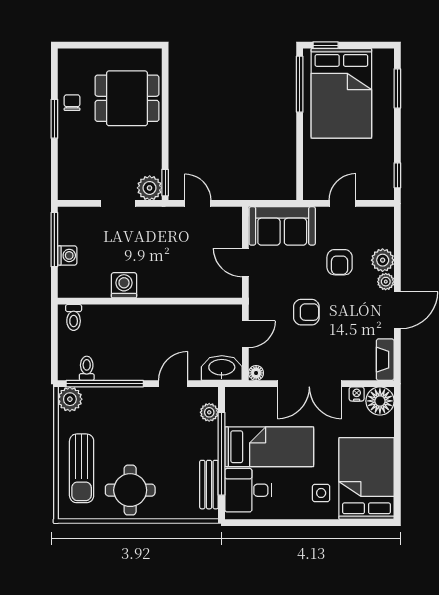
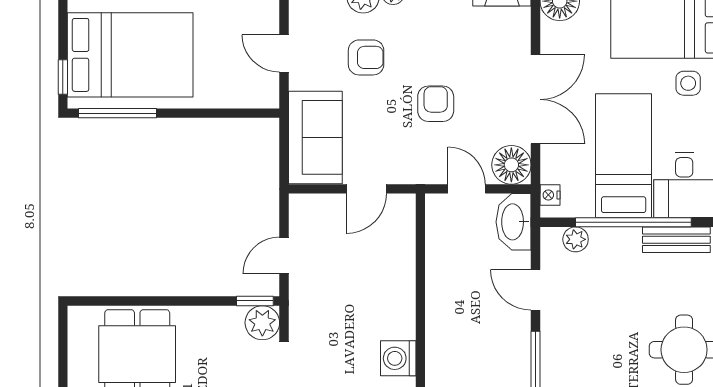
floor lamp: (256, 373) -> (511, 165), width x1.89, depth x1.89
nightstand: (357, 394) -> (550, 195), moved

